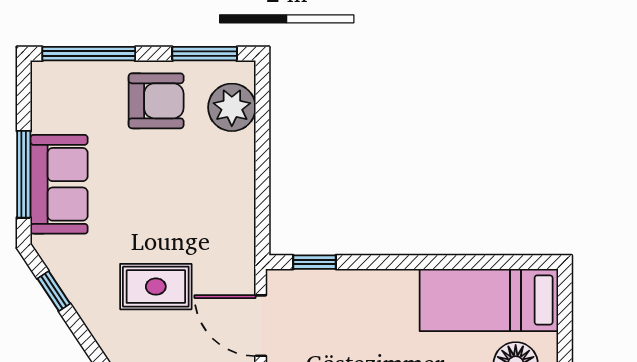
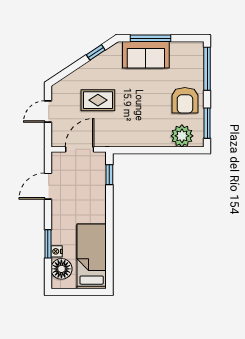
rug: (156, 287) -> (98, 100), turned 90

